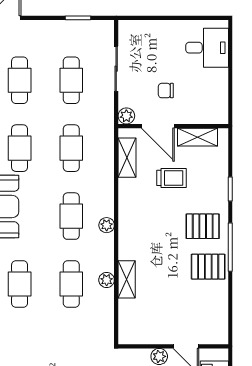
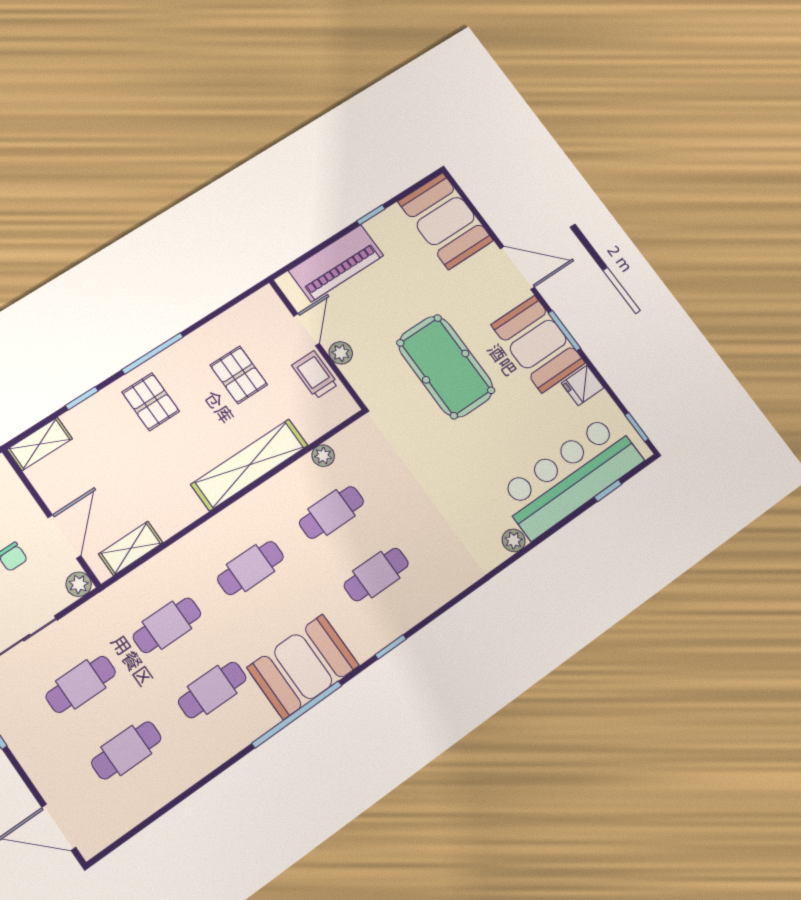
shelving: (198, 137) -> (40, 444), moved, turned 90
trolley: (172, 178) -> (315, 375), moved
plant: (107, 225) -> (231, 518), removed
pallet: (208, 267) -> (239, 375), moved
shelving: (127, 279) -> (250, 465), width x2.20, depth x1.33
plant: (107, 280) -> (323, 456), moved

